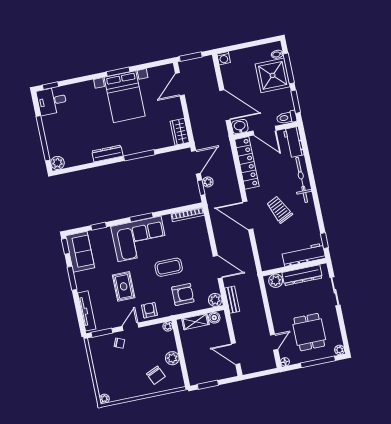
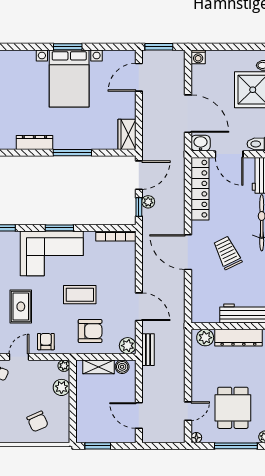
plant: (172, 358) -> (61, 387), moved

